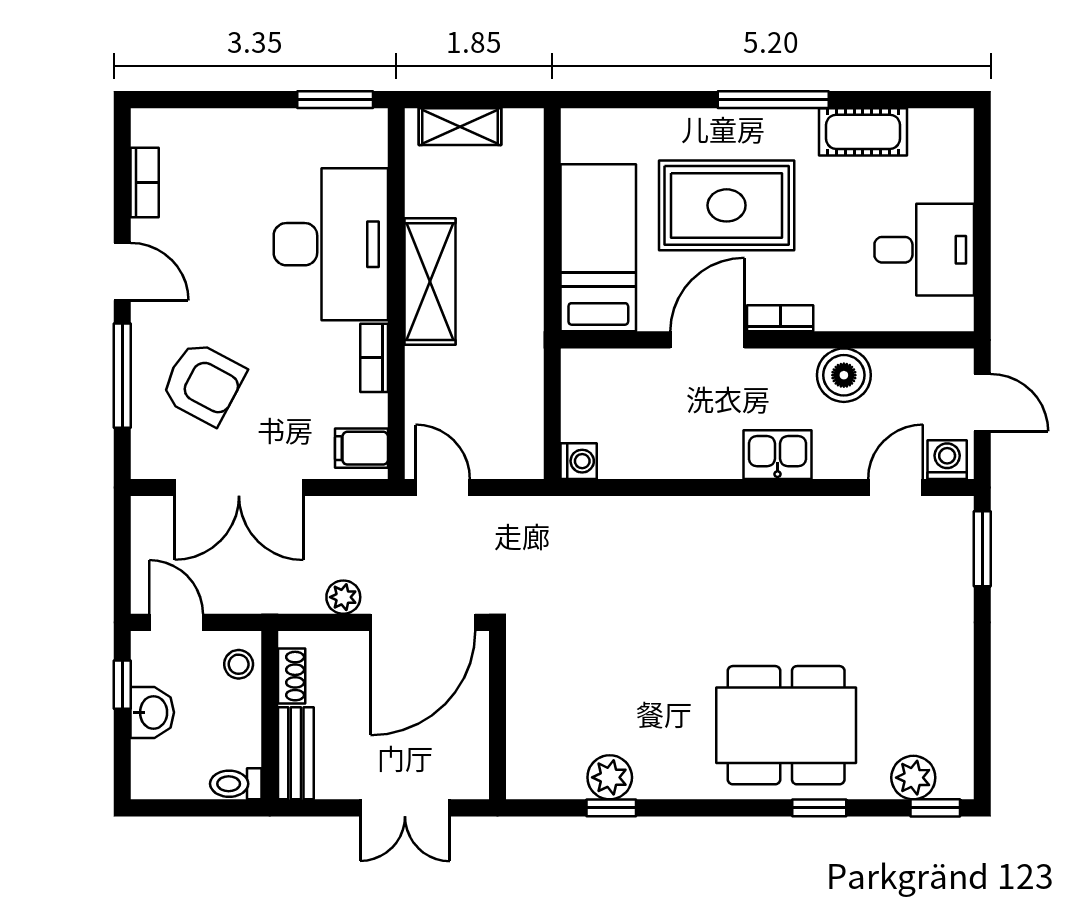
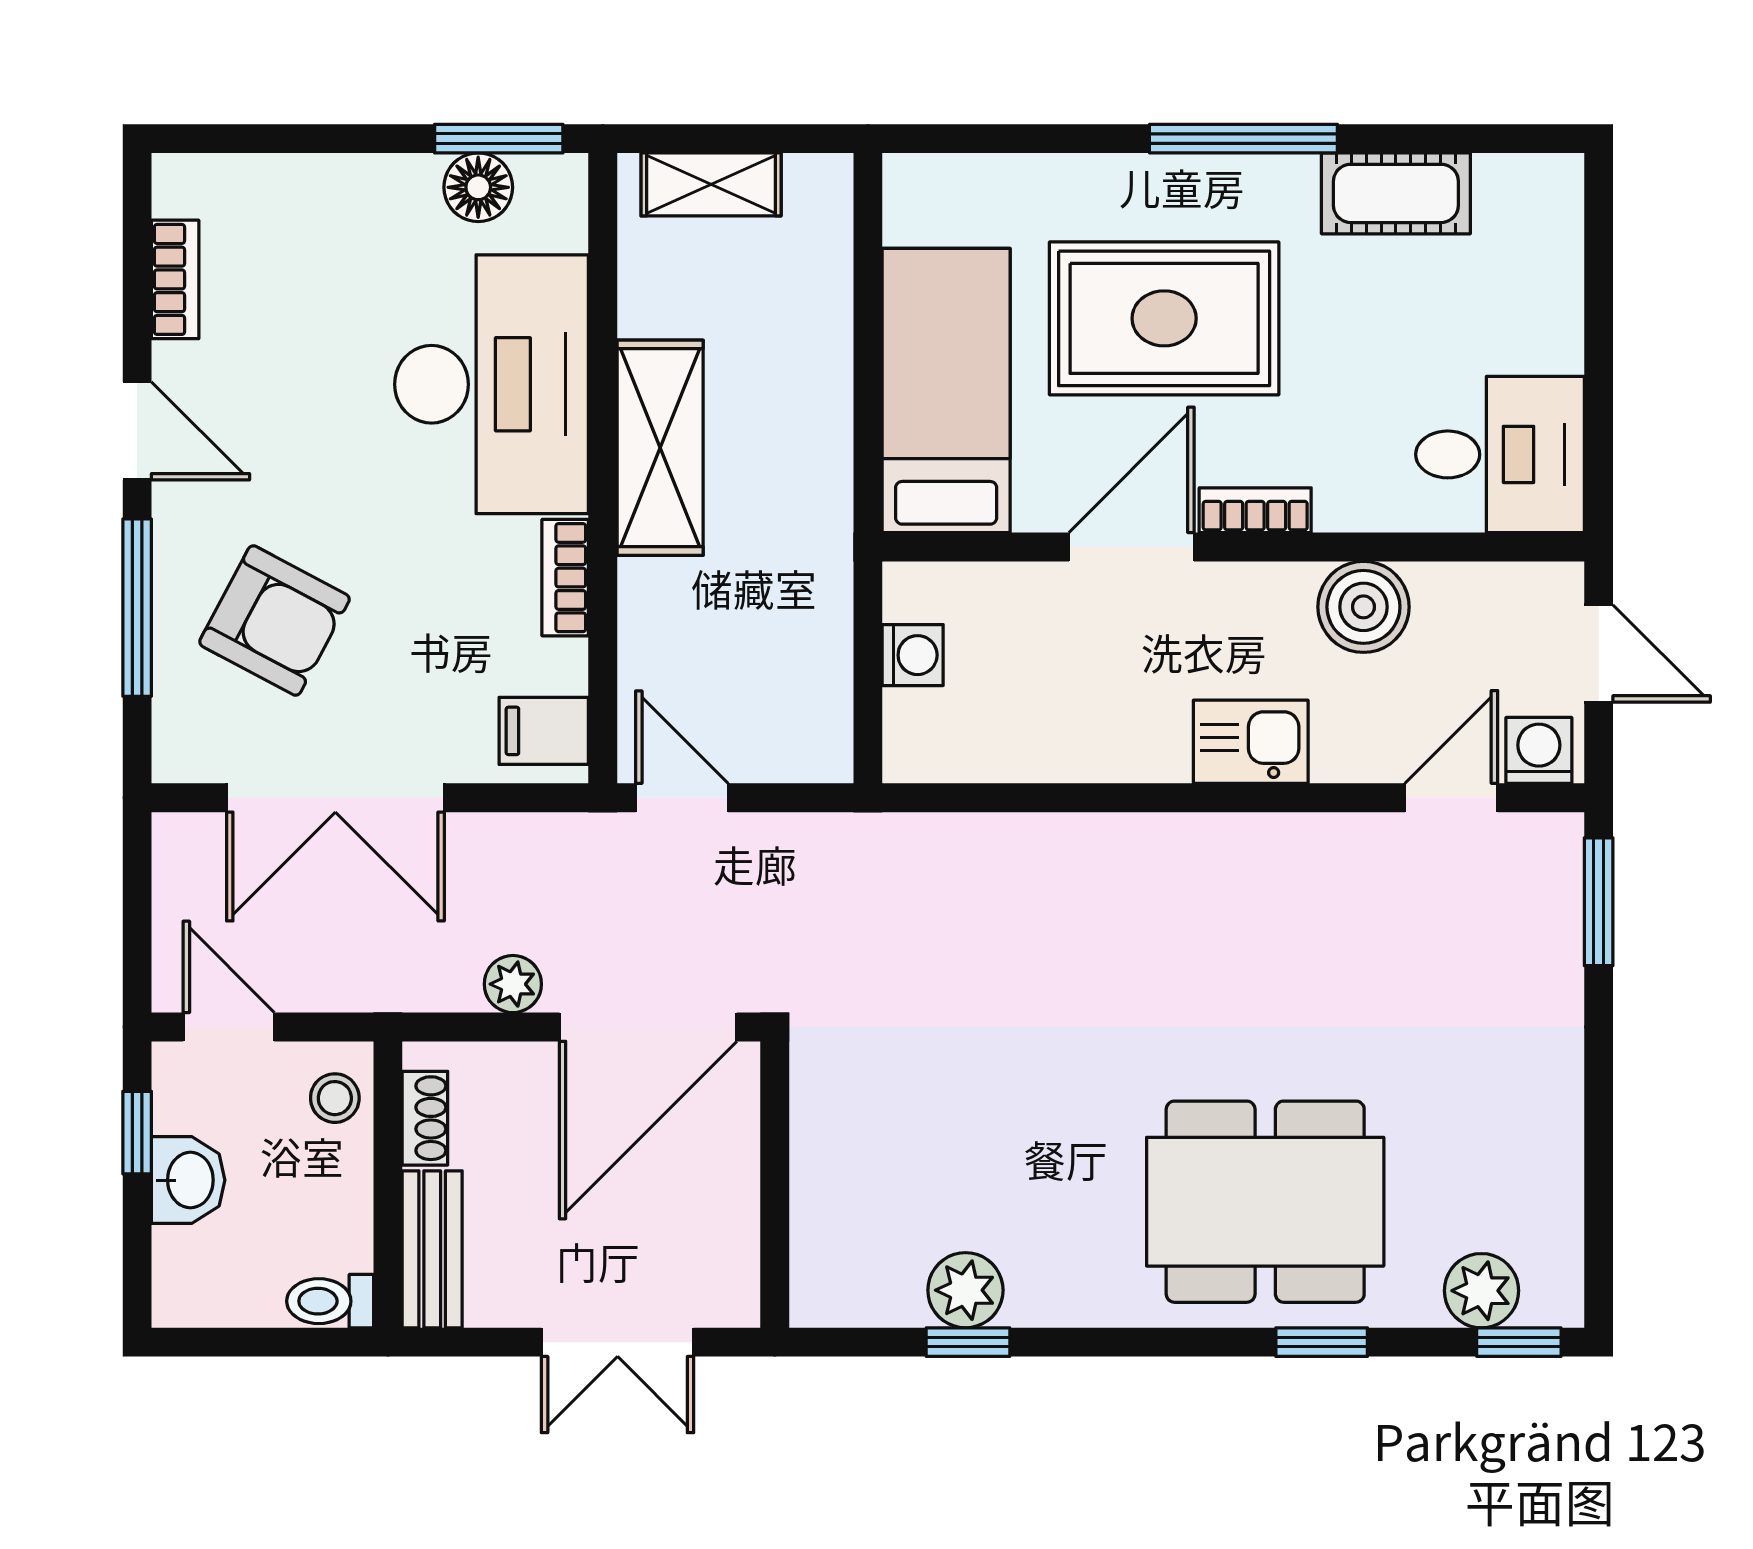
floor lamp: (323, 128) -> (478, 187), added
desk: (924, 250) -> (1500, 454), moved
washing machine: (579, 461) -> (913, 655), moved

